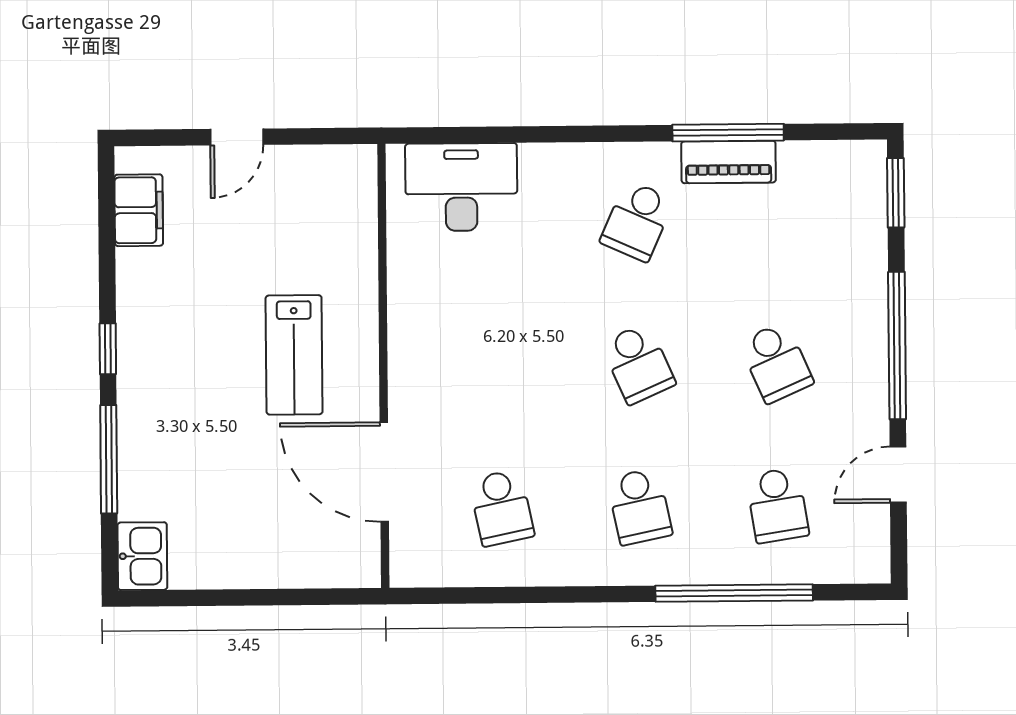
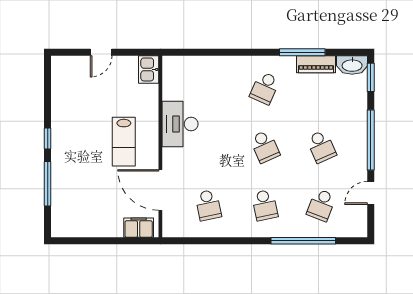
piano: (729, 162) -> (316, 64), moved
washbasin: (850, 163) -> (352, 65), added
desk: (461, 187) -> (180, 124), moved, turned -90
filing cabinet: (139, 210) -> (139, 228), moved, turned -90
school desk: (777, 505) -> (321, 205), turned 30
kitchen sink: (142, 556) -> (149, 69), moved, turned 180

